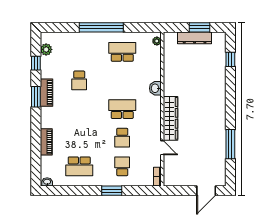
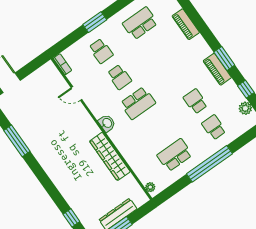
school desk: (79, 52) -> (214, 127), added
school desk: (122, 52) -> (175, 155), turned 180
washbasin: (155, 88) -> (107, 123), moved
wardrobe: (170, 118) -> (110, 156), moved
school desk: (122, 138) -> (119, 77), turned 180

